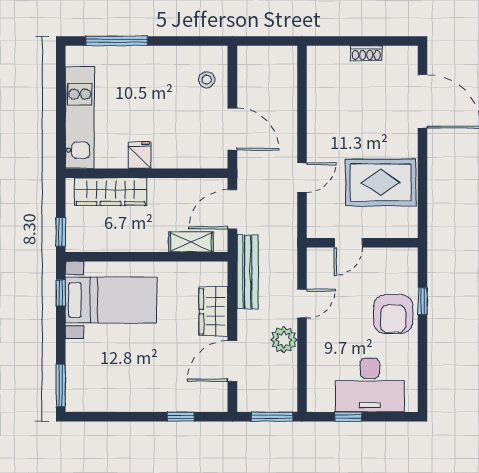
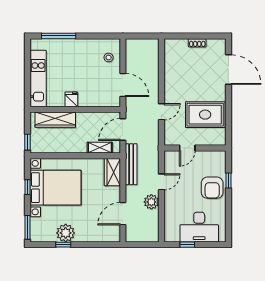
window: (61, 293) -> (28, 187), moved
bed with nightstands: (111, 300) -> (56, 188), width x1.36
wardrobe: (213, 312) -> (112, 172), moved
plant: (129, 396) -> (66, 233), added
window: (181, 417) -> (63, 245), moved
window: (272, 417) -> (145, 245), removed

